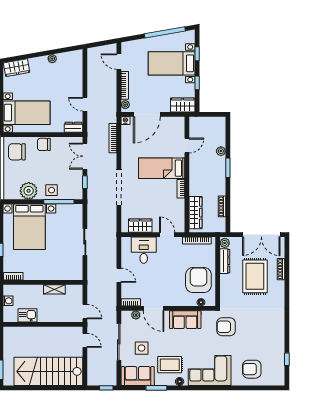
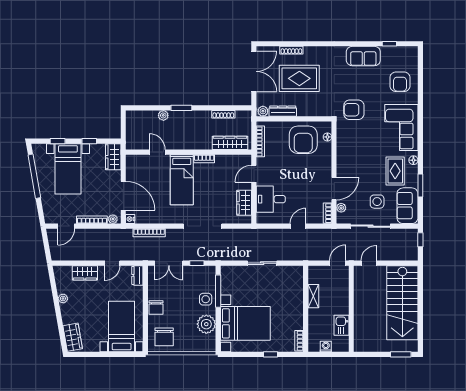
wardrobe: (76, 79) -> (85, 273), added
armchair: (198, 280) -> (303, 140), turned -90
sofa: (185, 320) -> (363, 56), moved, turned 90
armchair: (226, 327) -> (354, 110), turned 90

